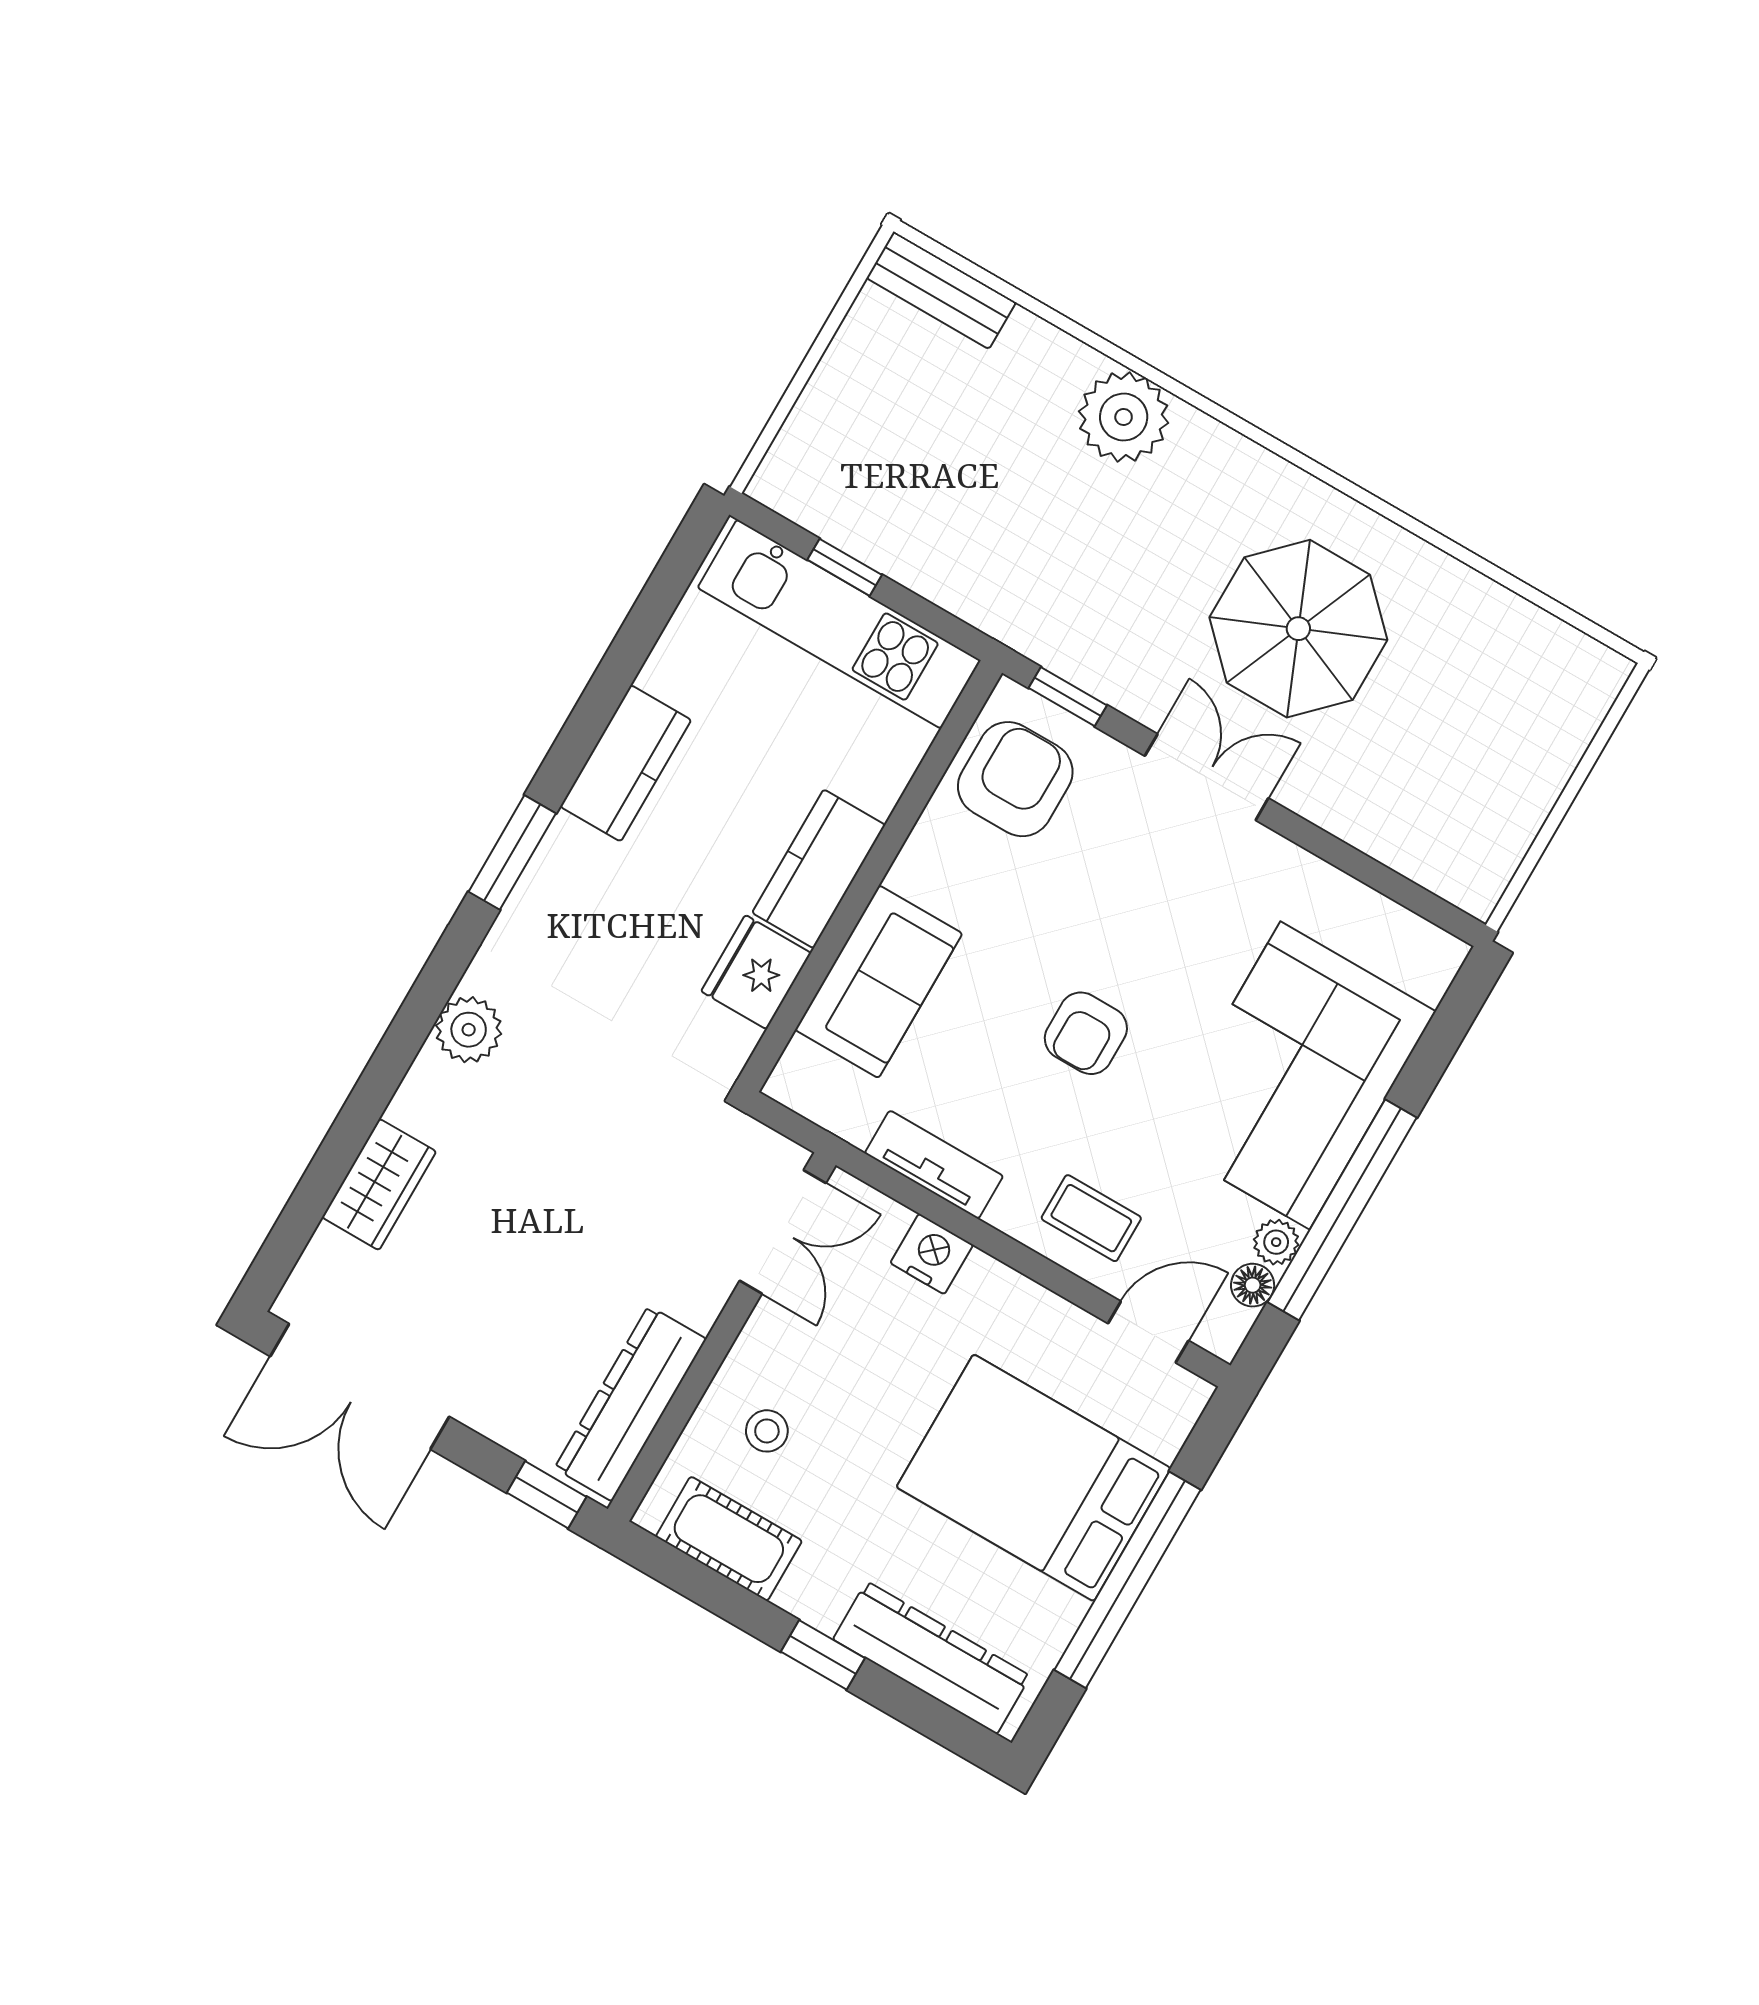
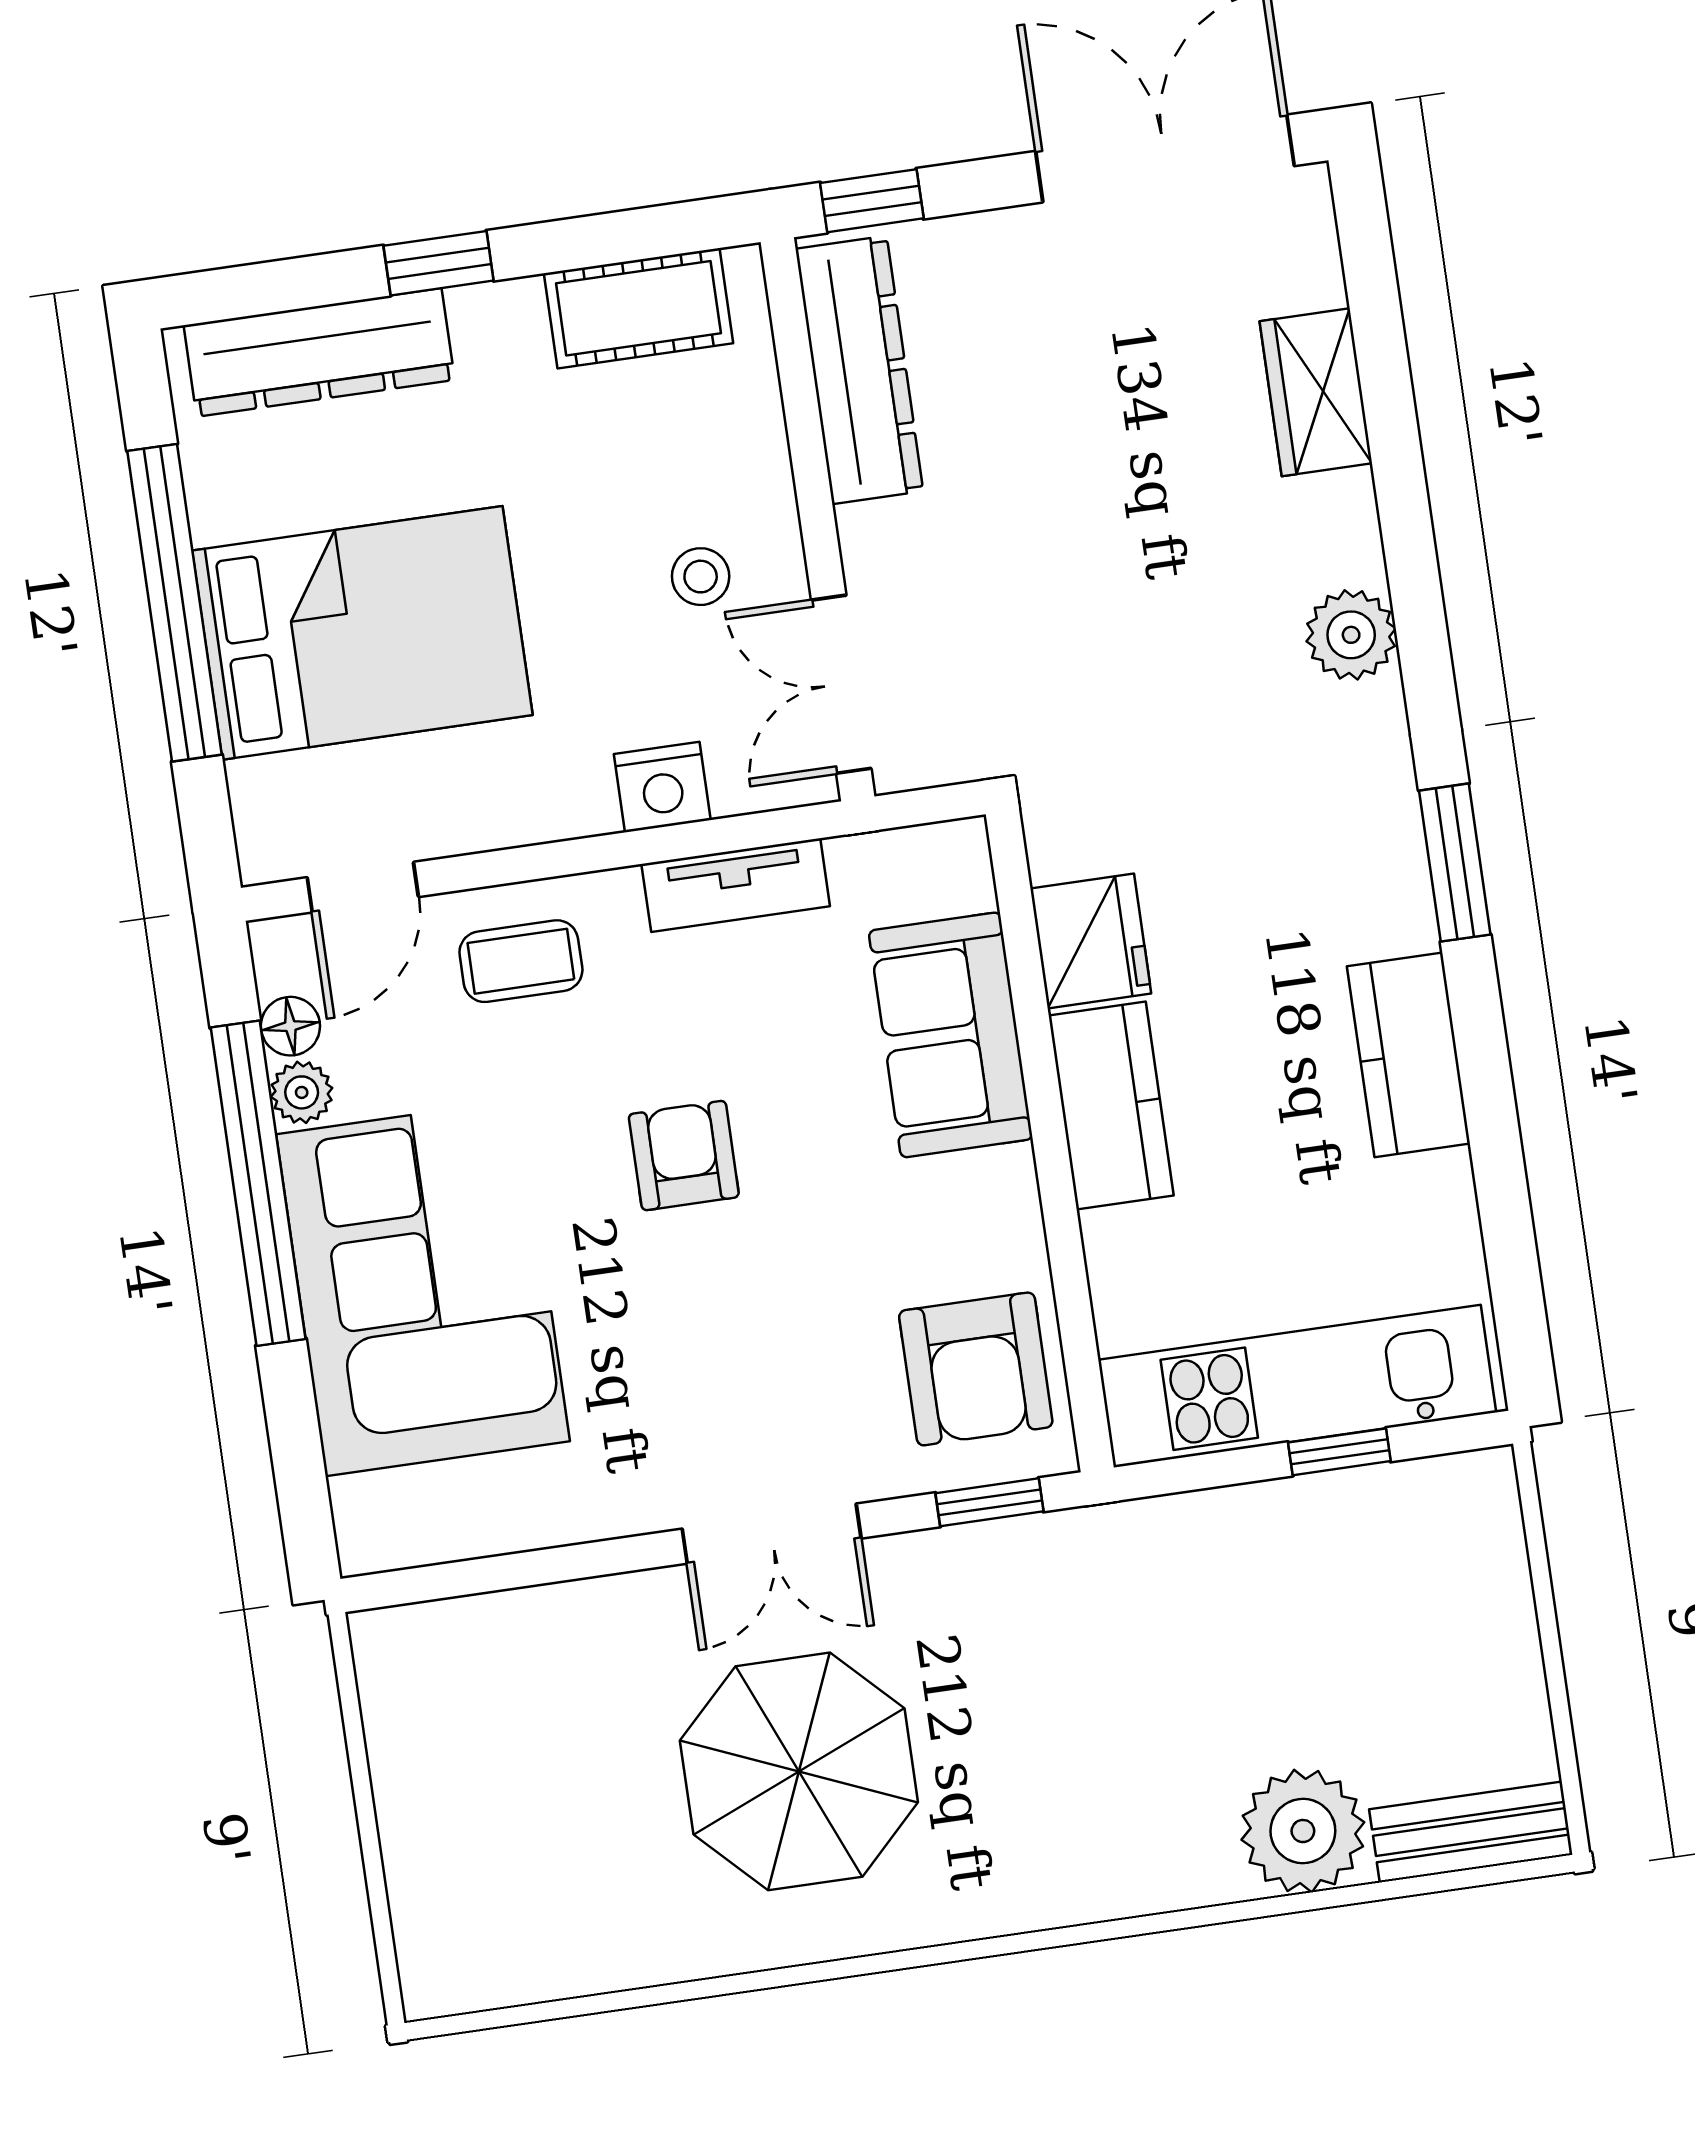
plant: (1124, 417) -> (1303, 1831), moved
stool: (767, 1431) -> (701, 577), moved

